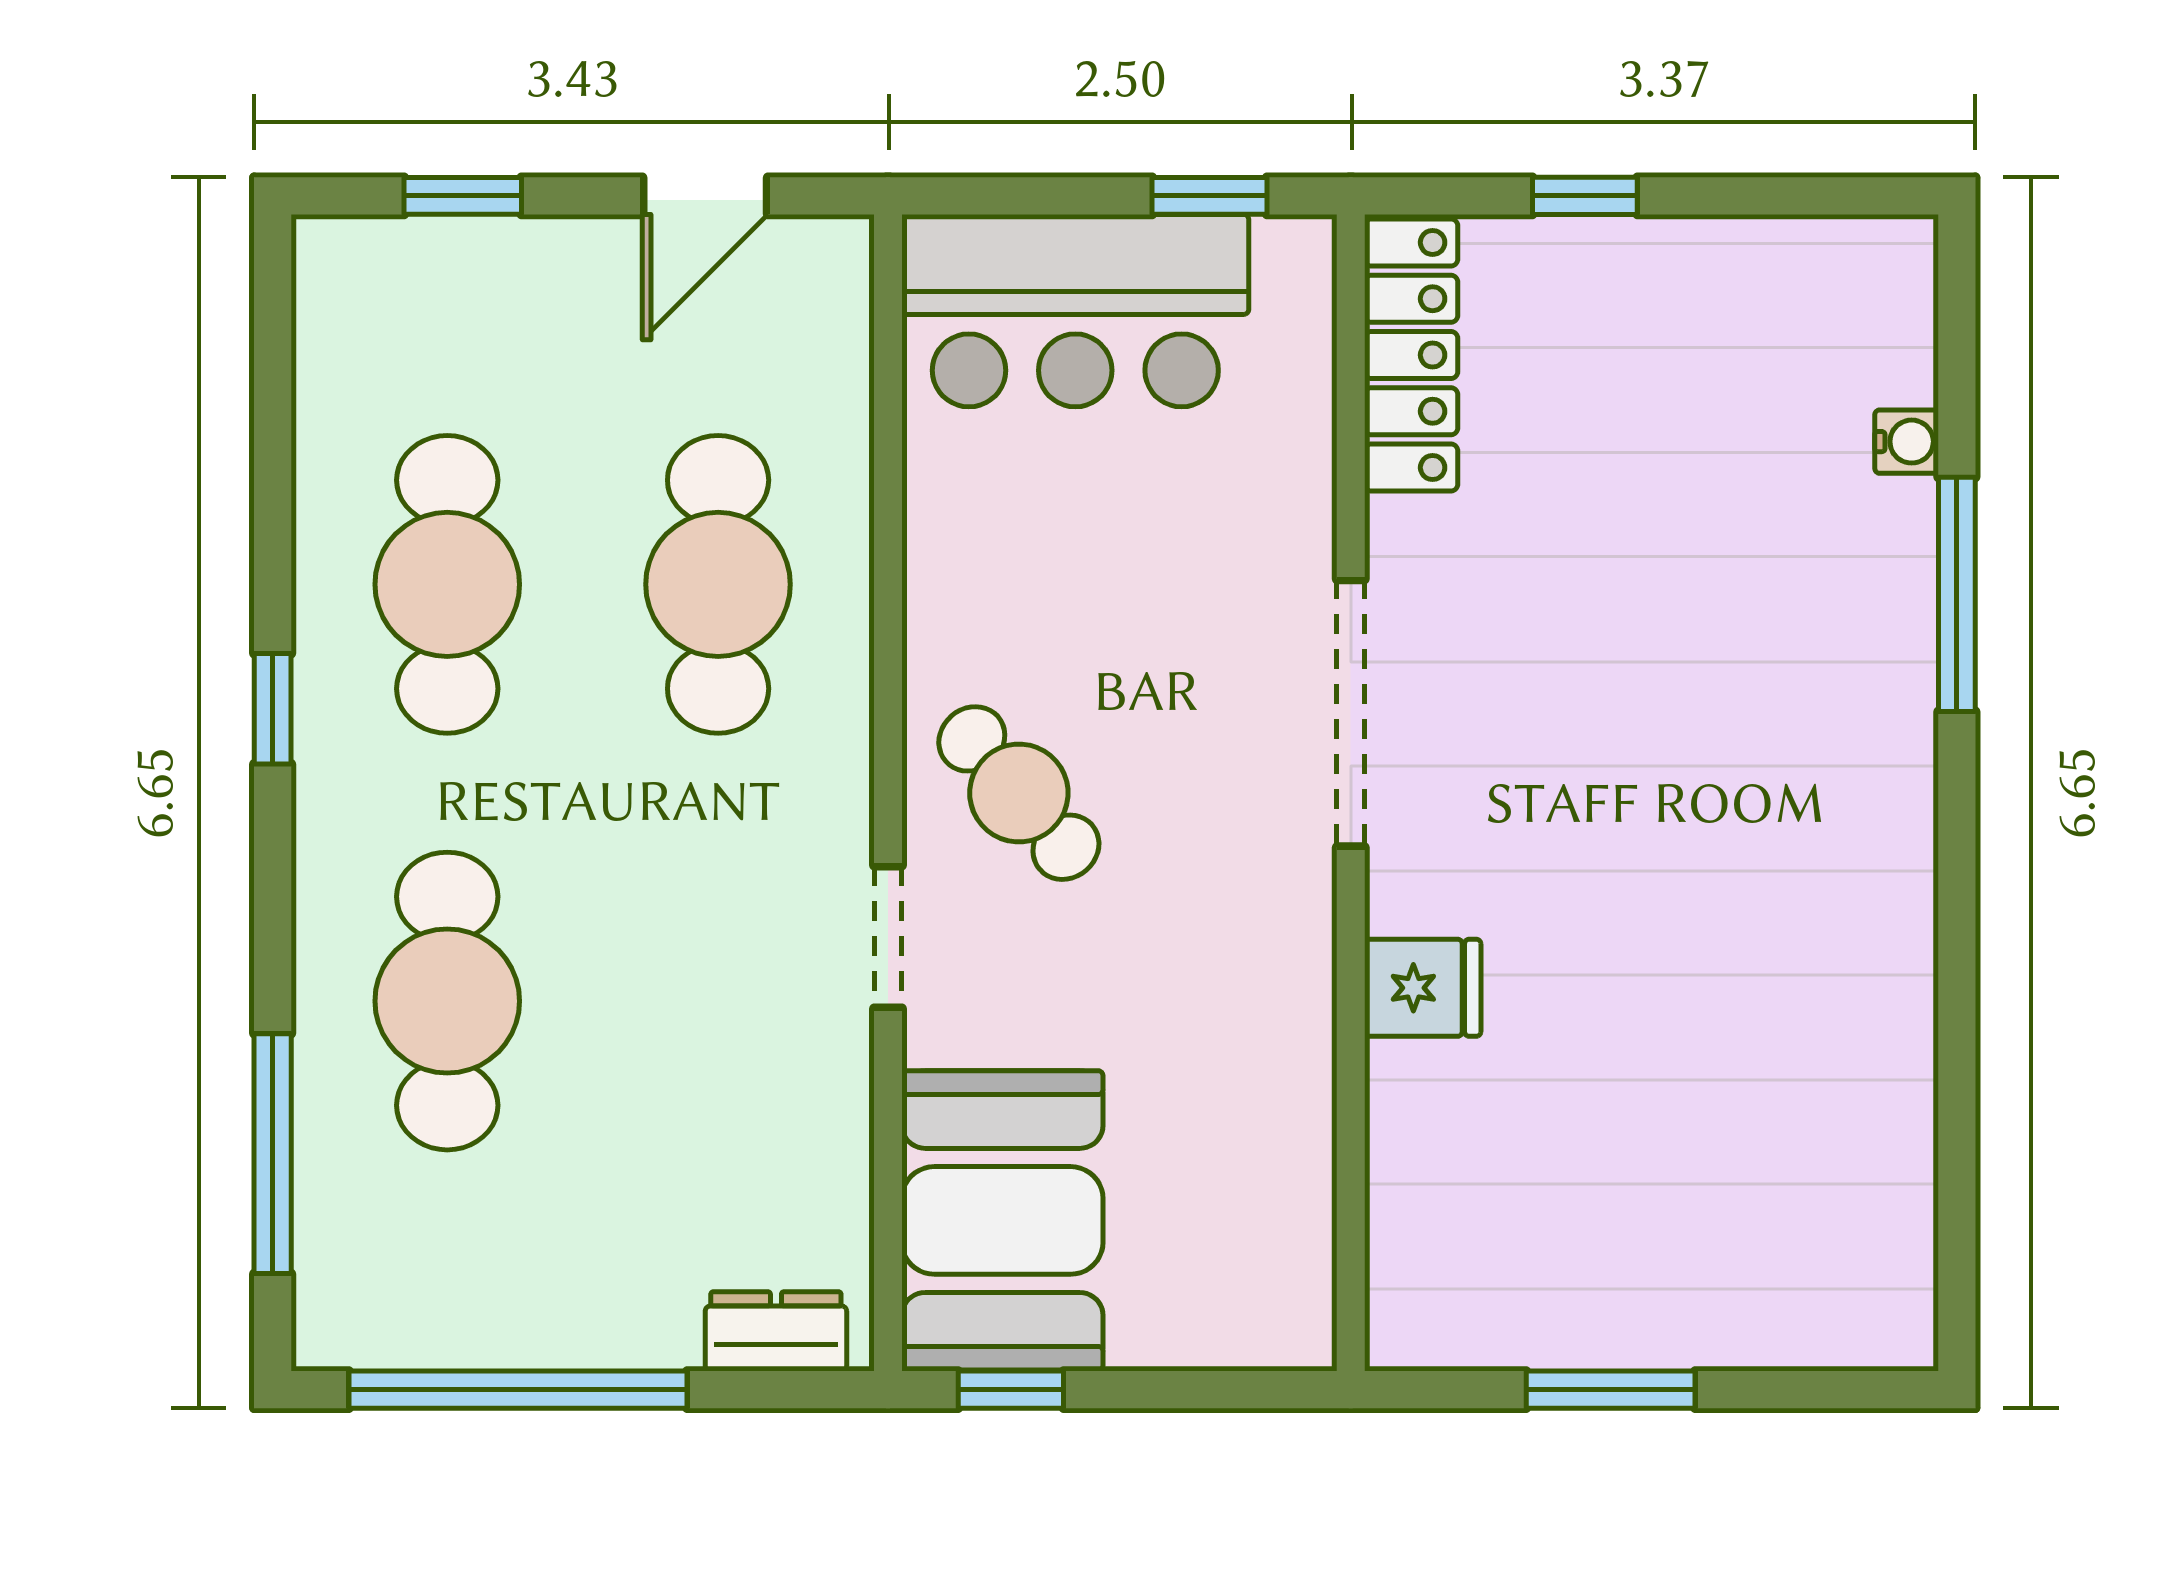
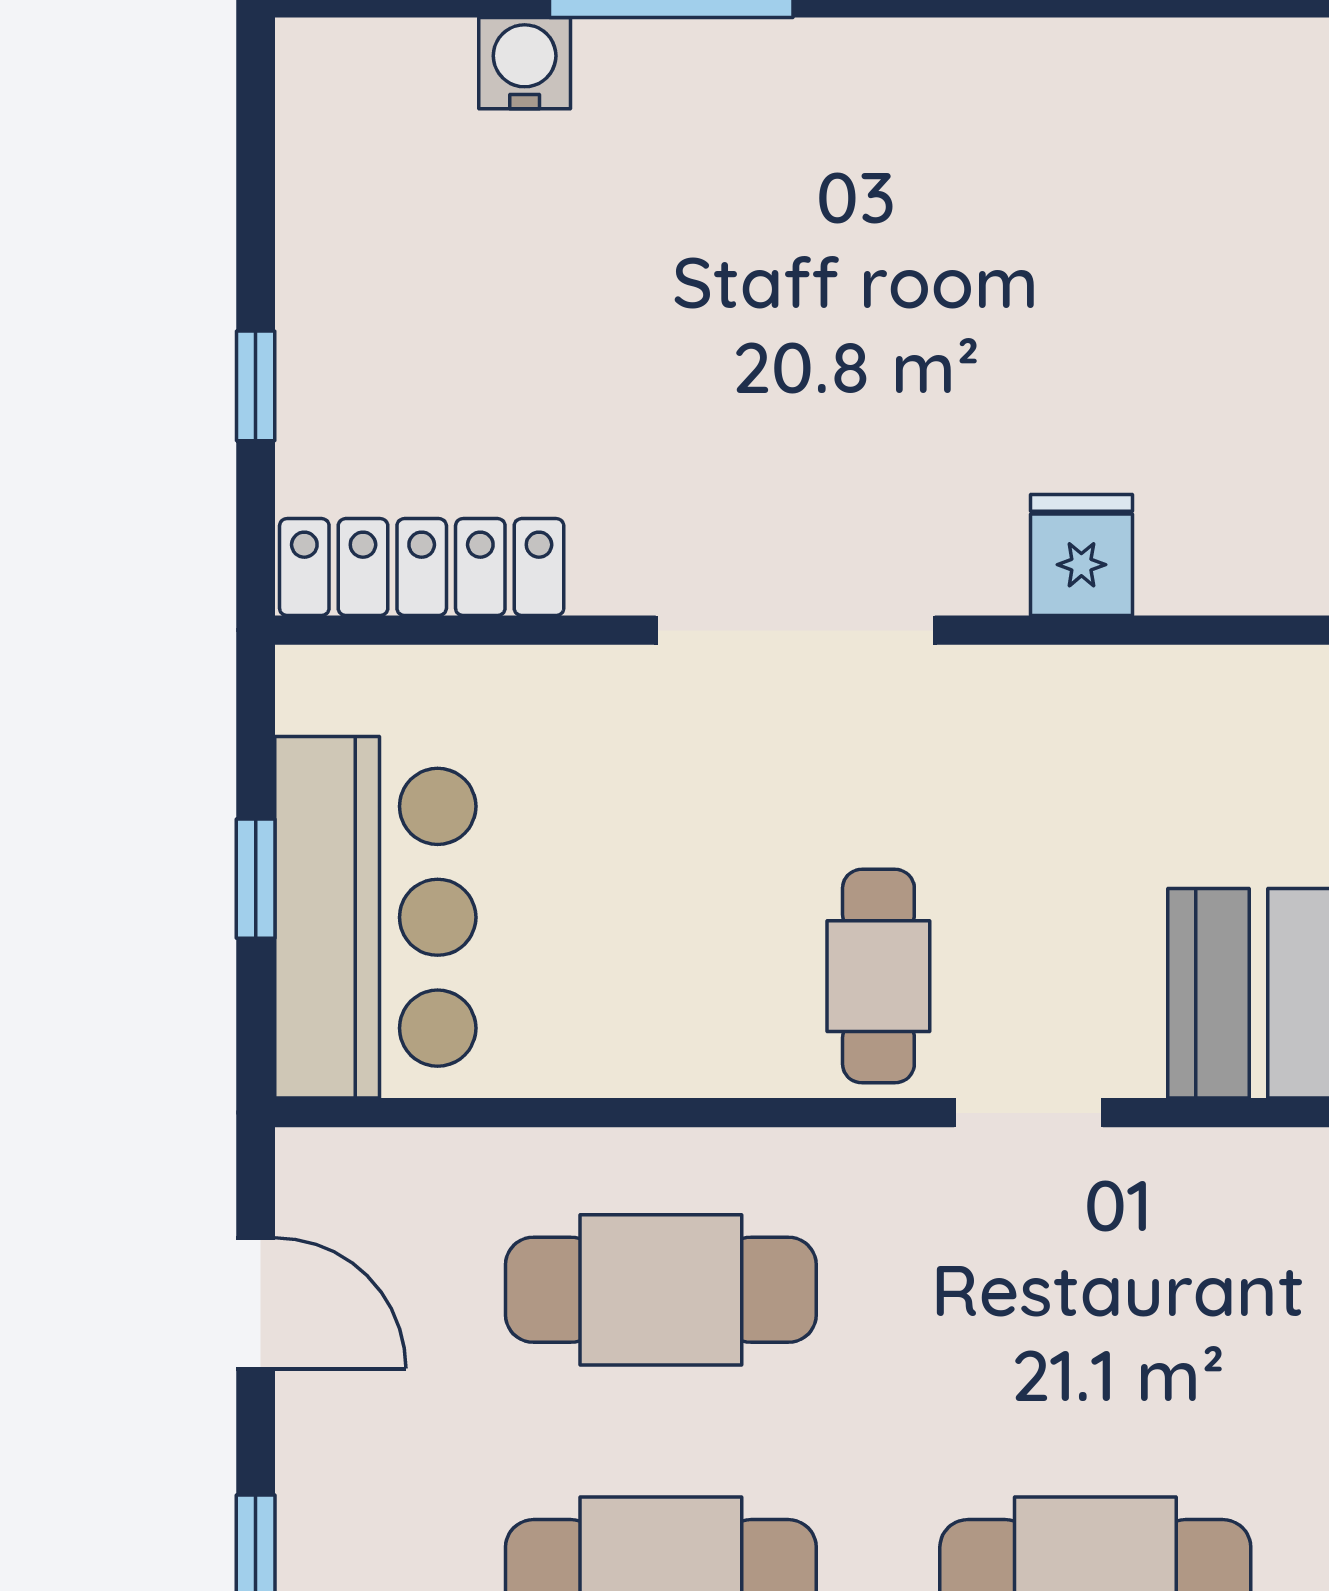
window: (1210, 196) -> (256, 879), moved
water cooler: (1907, 442) -> (525, 63), width x1.38, depth x1.38
cafe table: (1019, 793) -> (878, 976), turned -49

